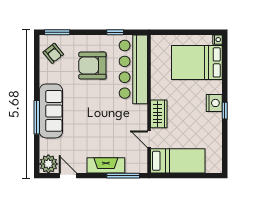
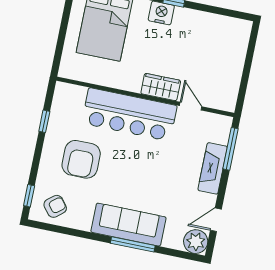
window: (57, 32) -> (29, 196), width x0.67
bar counter: (133, 69) -> (129, 114), moved
door: (149, 139) -> (191, 106), swing flipped
bed: (178, 161) -> (226, 75), removed

